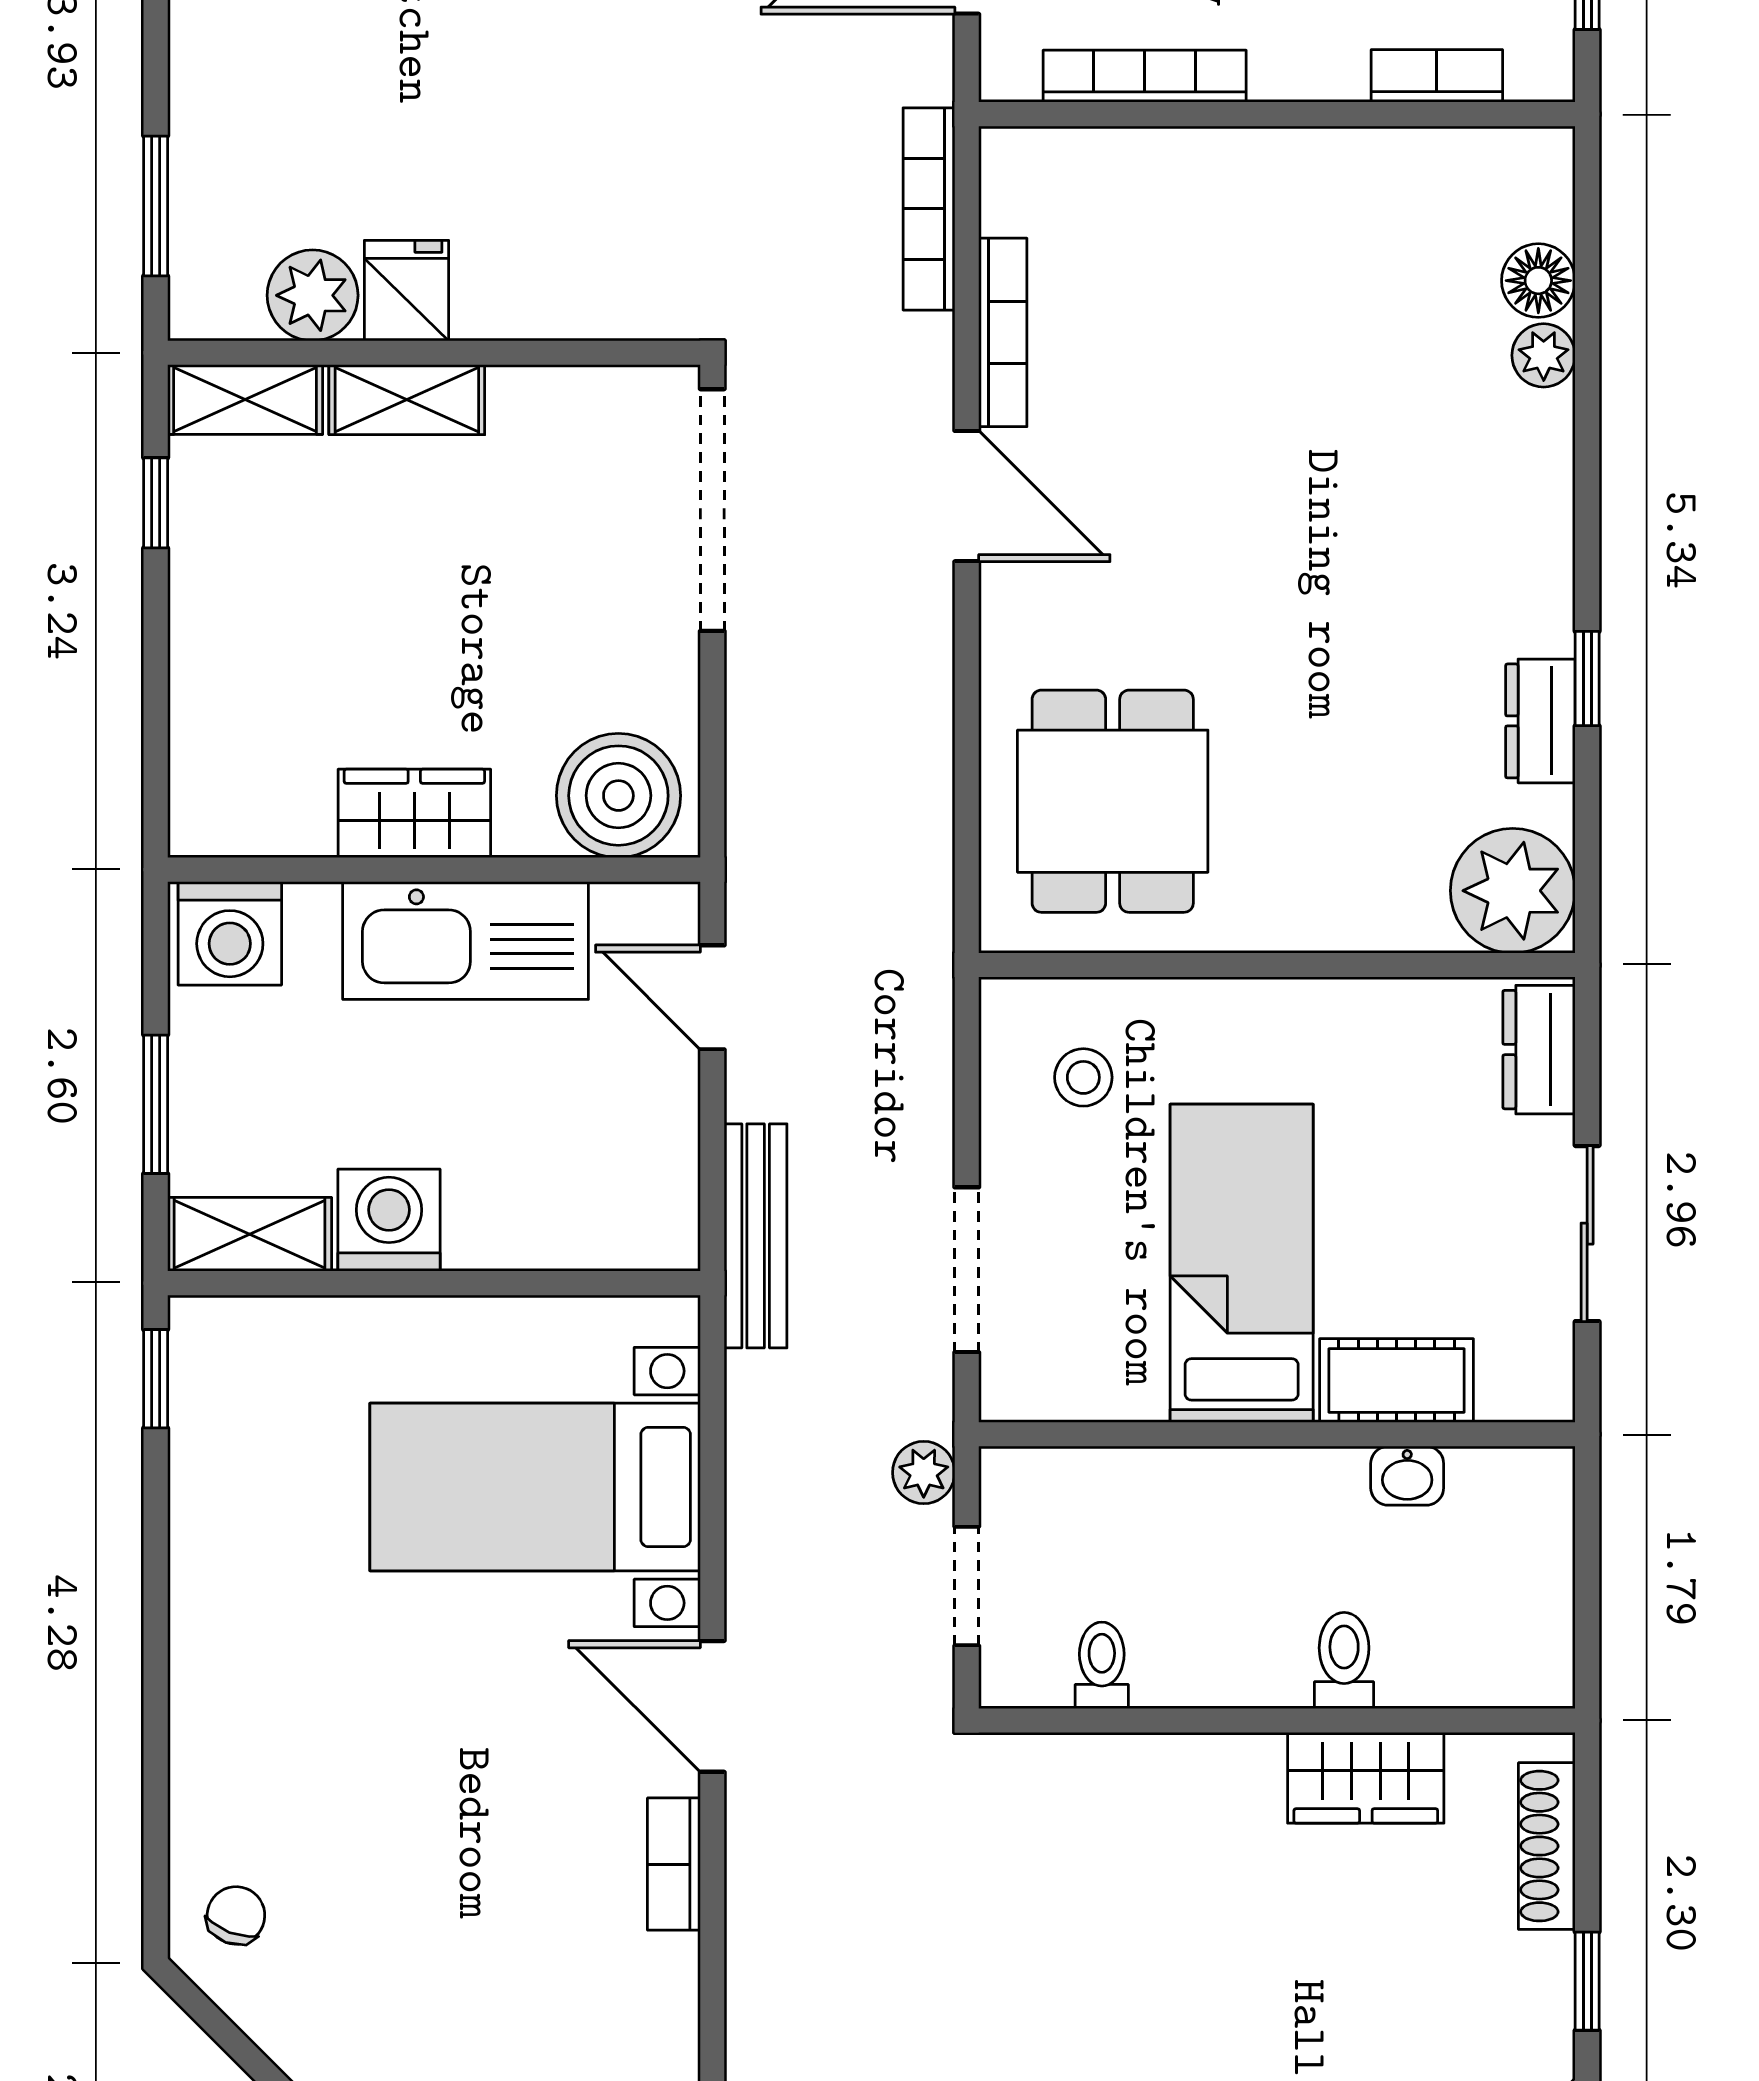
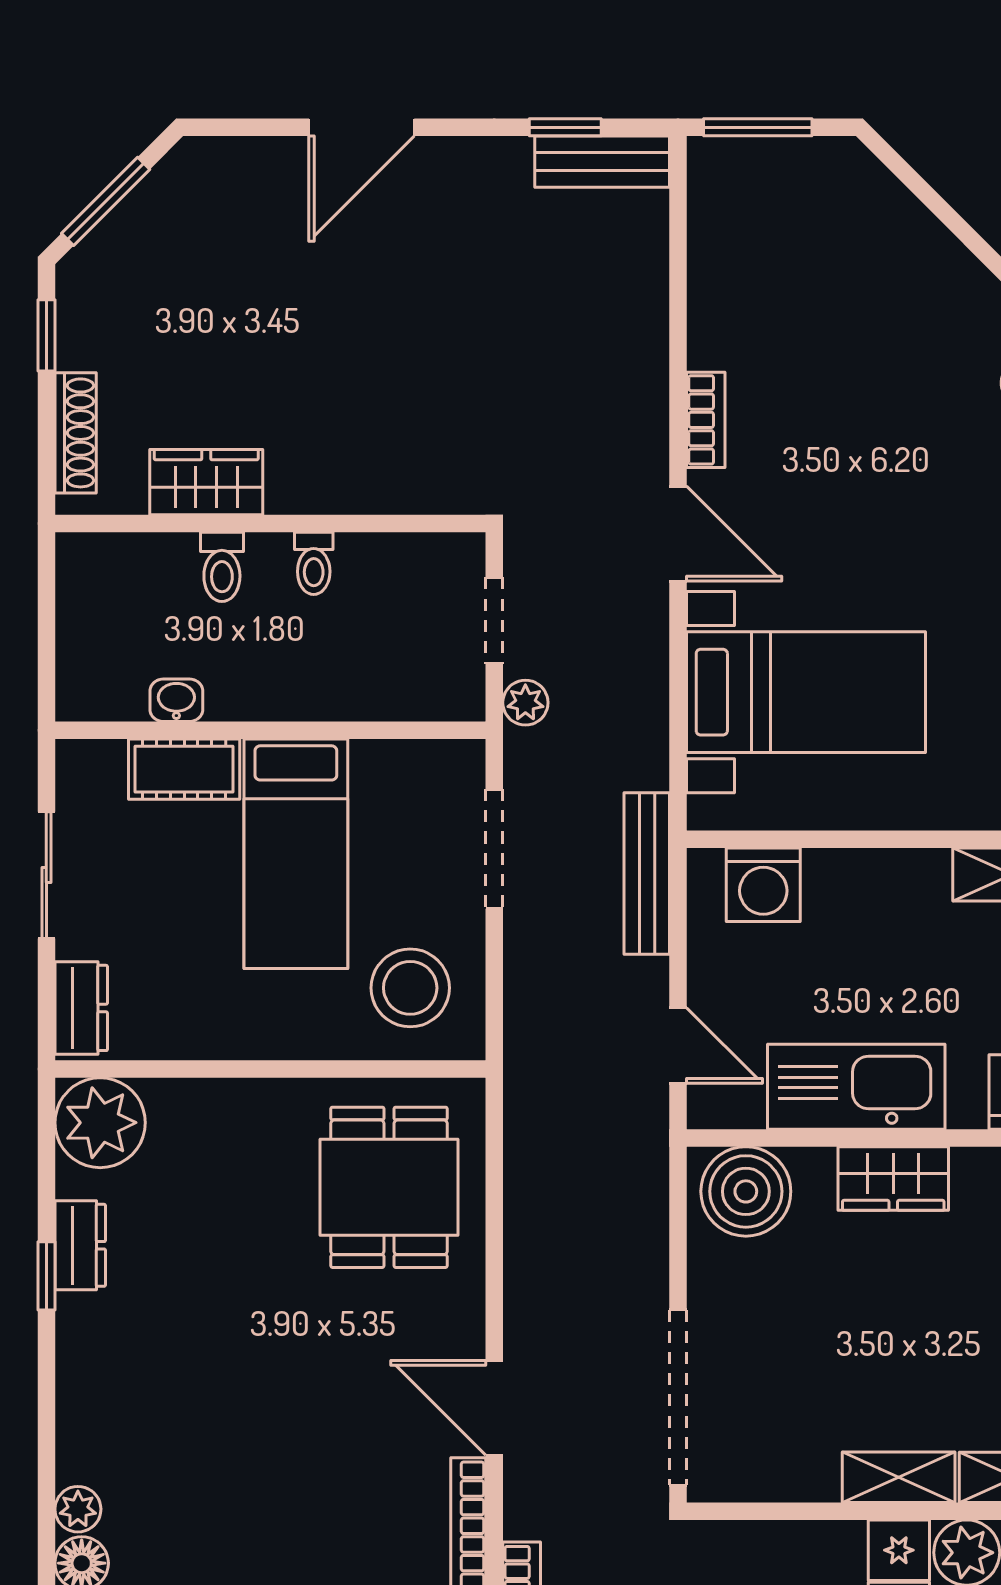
stool: (1083, 1077) -> (410, 988), width x1.89, depth x1.89
washing machine: (389, 1220) -> (763, 885), moved
toilet: (1102, 1665) -> (314, 563), moved

